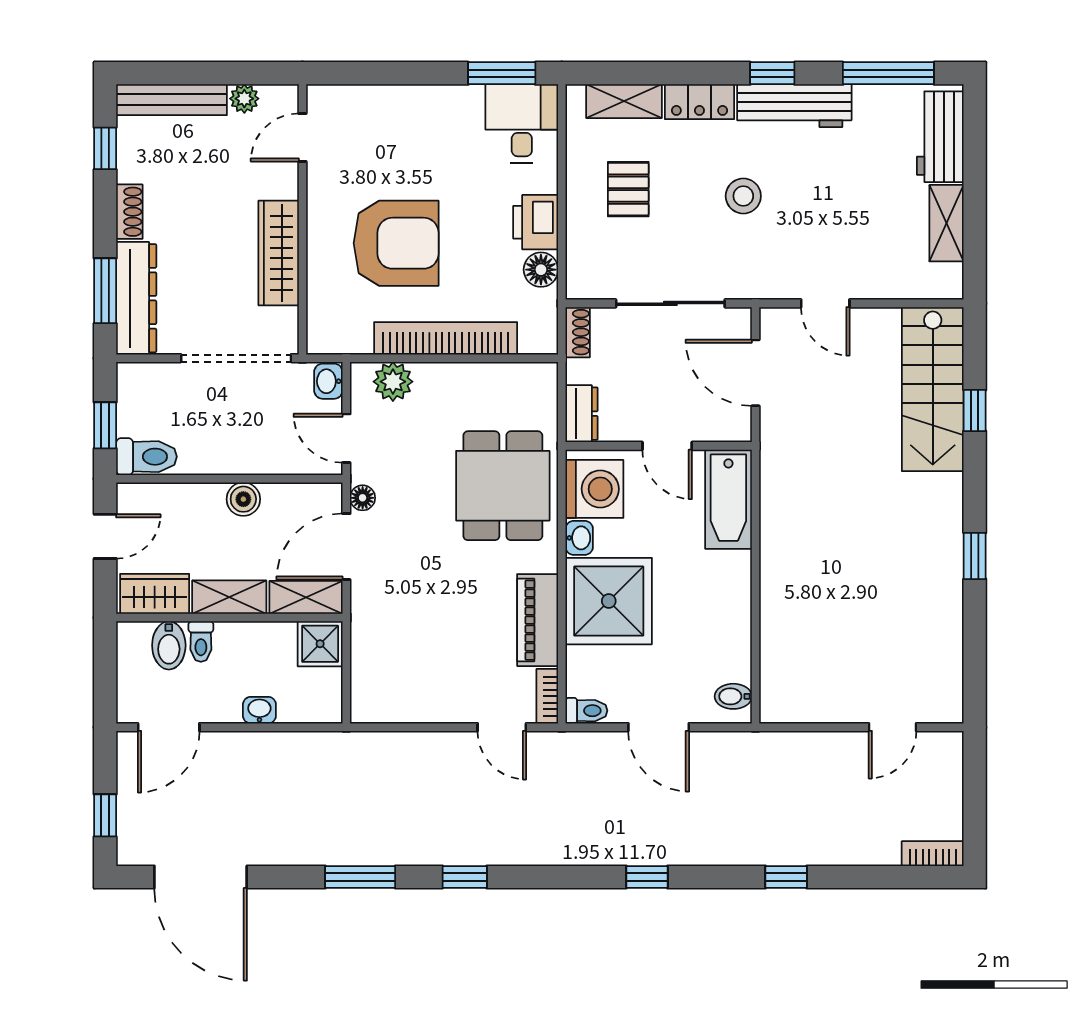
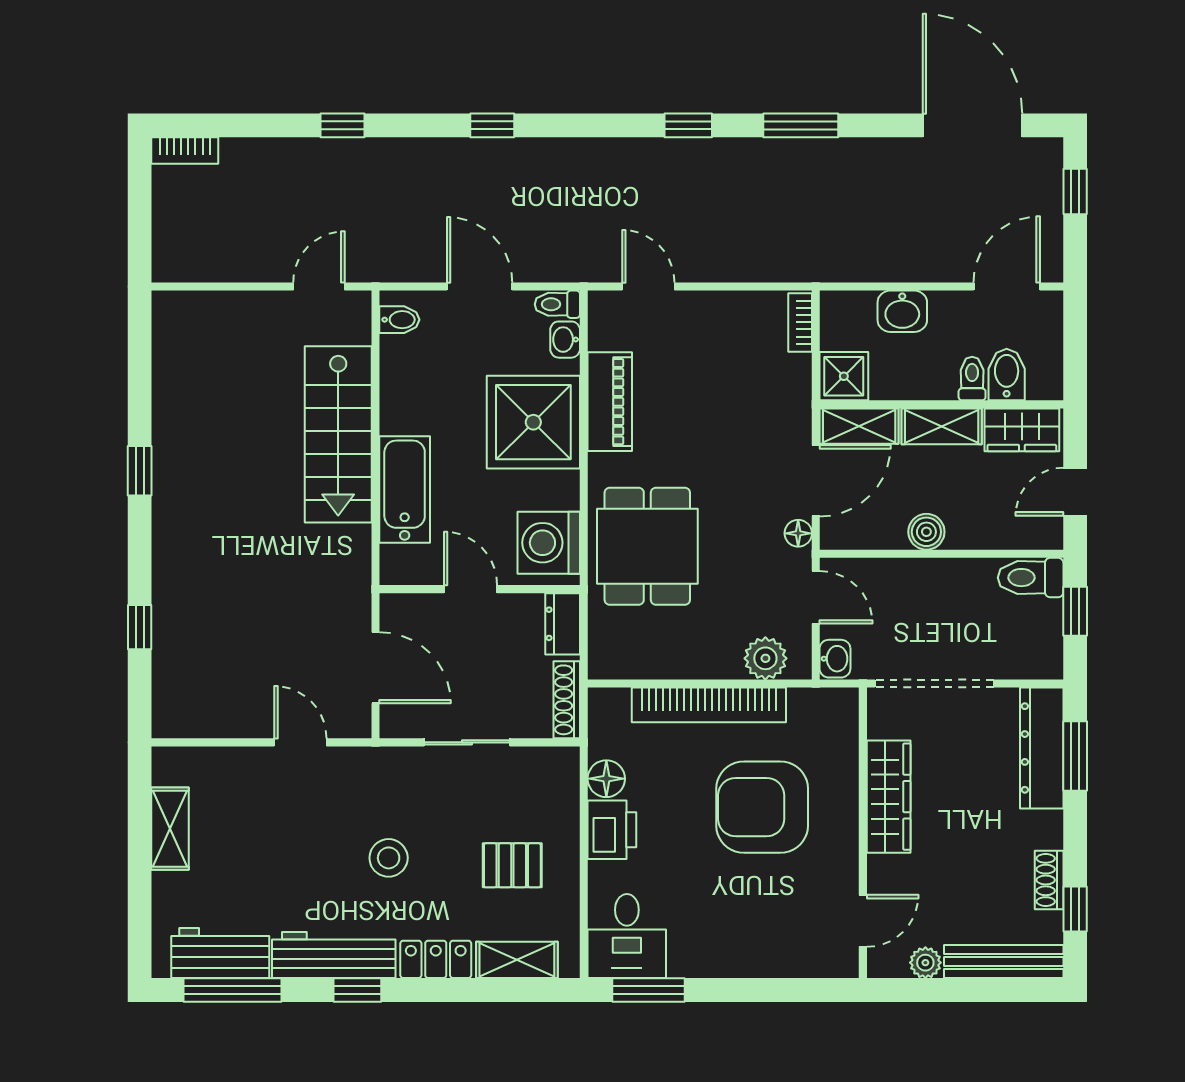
workbench: (940, 137) -> (220, 953), moved, turned -90
pallet: (628, 189) -> (512, 865), turned 90
shoe rack: (129, 212) -> (1049, 880), moved
sliding door: (670, 303) -> (467, 742), width x0.73
shoe rack: (578, 332) -> (567, 700), width x1.43
stairs: (933, 389) -> (338, 434), moved, turned 180
bathtub: (728, 499) -> (405, 489), moved
washbasin: (579, 538) -> (565, 340), moved
bookcase: (547, 696) -> (800, 322), moved, turned 180
washbasin: (259, 710) -> (902, 311), width x1.38, depth x1.45
door: (893, 727) -> (319, 286), moved

